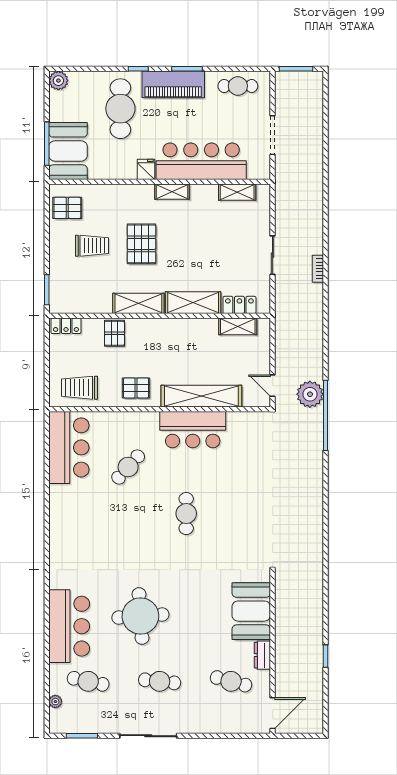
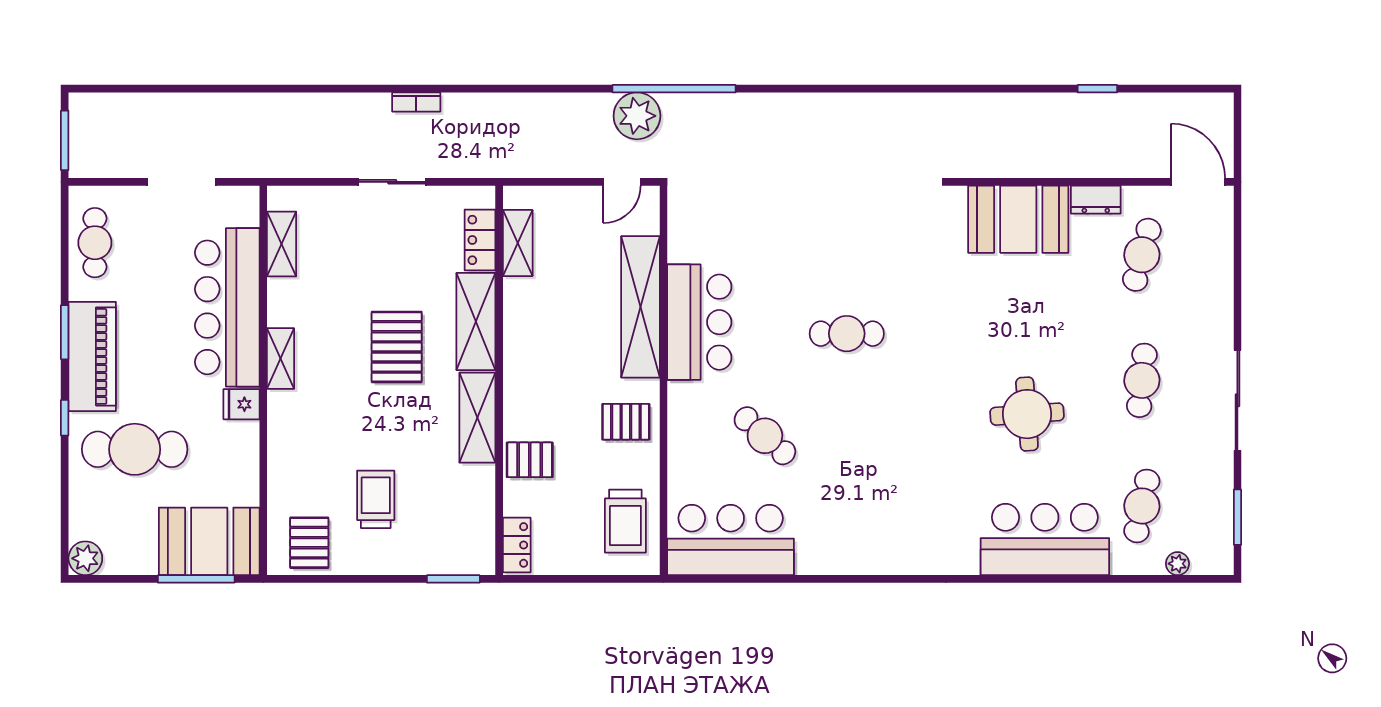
pallet: (142, 244) -> (397, 347), moved, turned 90
pallet: (136, 388) -> (626, 422), turned 90
round table: (140, 616) -> (1027, 414), width x0.73, depth x0.73

